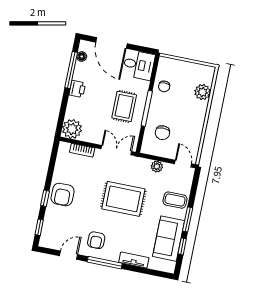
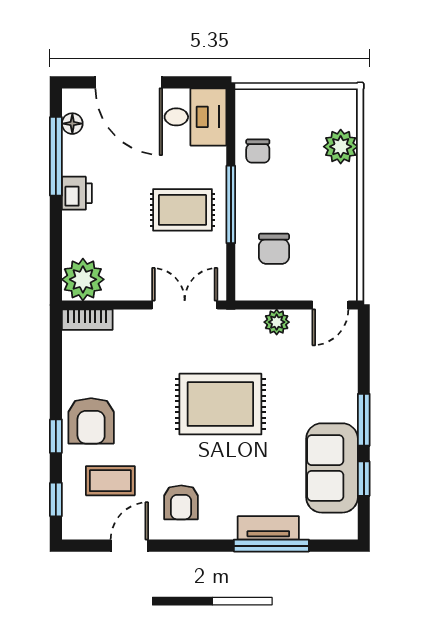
rug: (124, 106) -> (183, 210), turned 90
bookcase: (82, 150) -> (87, 320), moved
door: (183, 164) -> (330, 305), swing flipped
coffee table: (175, 200) -> (110, 481), moved
window: (105, 263) -> (271, 546), moved

